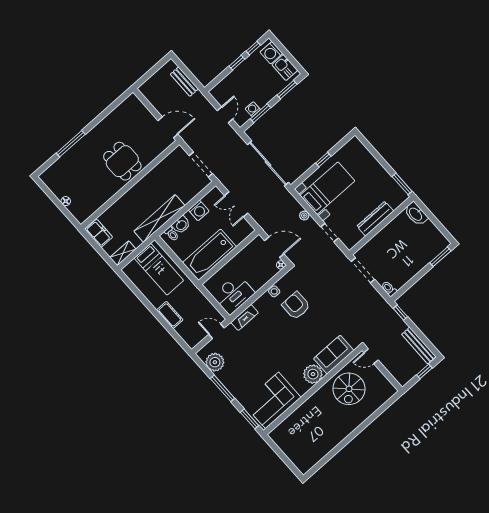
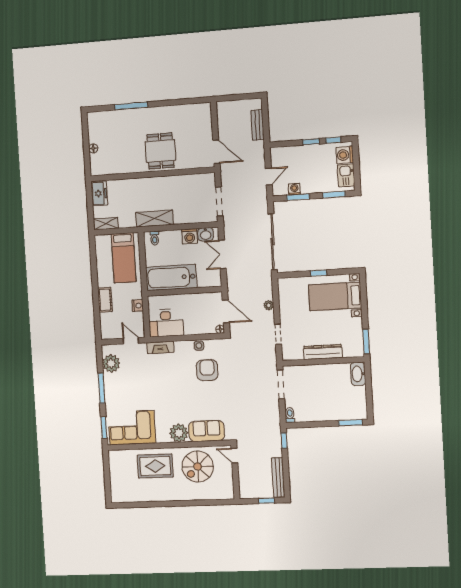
bed with nightstands: (327, 188) -> (335, 296), moved, turned 180
shelving: (159, 218) -> (154, 219), width x0.68
washbasin: (181, 225) -> (206, 234), moved
nightstand: (200, 299) -> (138, 306), added
rug: (315, 416) -> (155, 466), added

